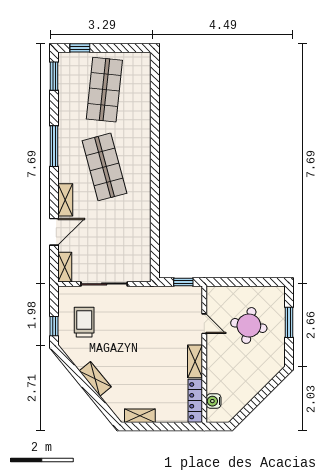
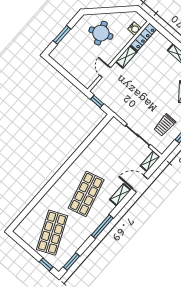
shop shelf: (104, 90) -> (52, 233), turned -30
round table: (249, 326) -> (101, 33), moved, turned -33

